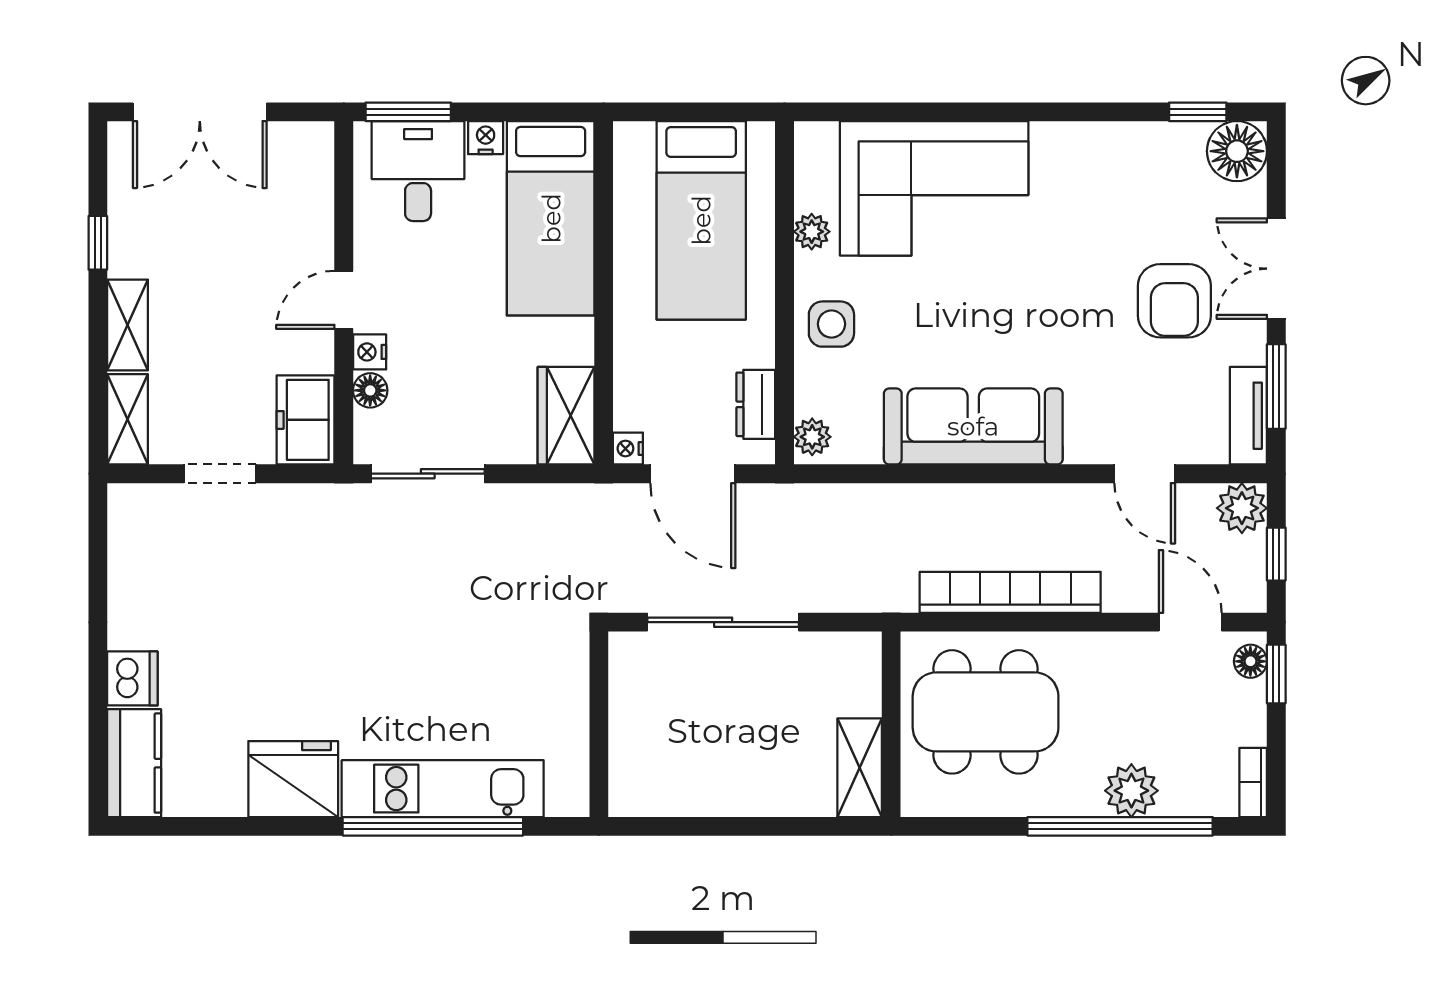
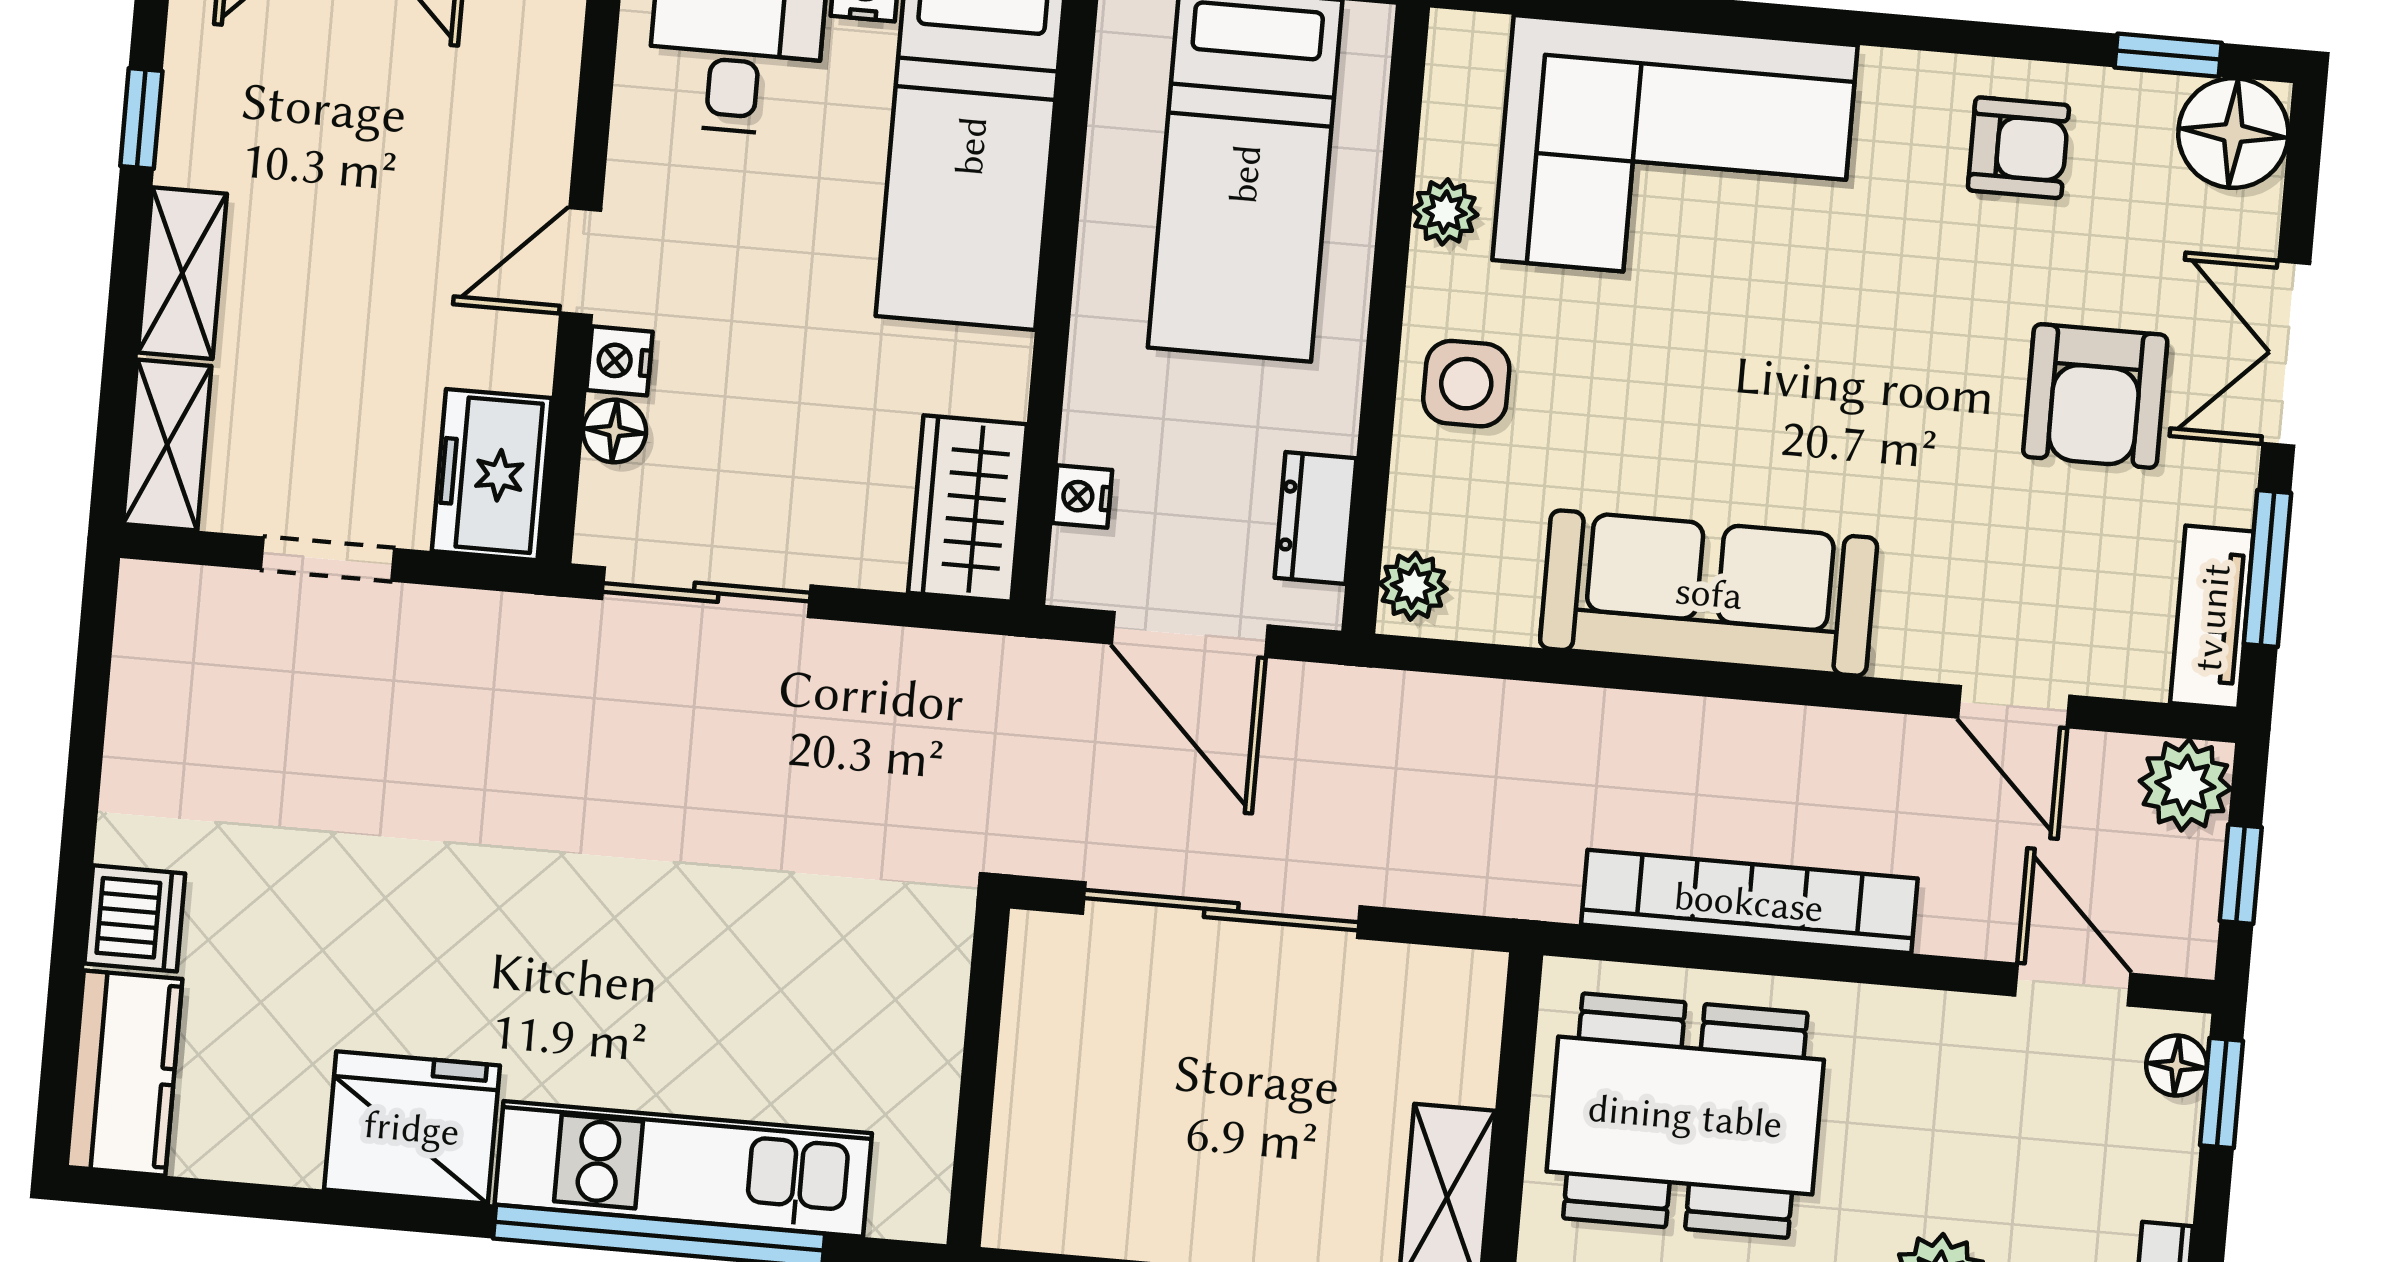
armchair: (1121, 169) -> (2018, 148), added
nightstand: (628, 449) -> (1082, 497), moved

